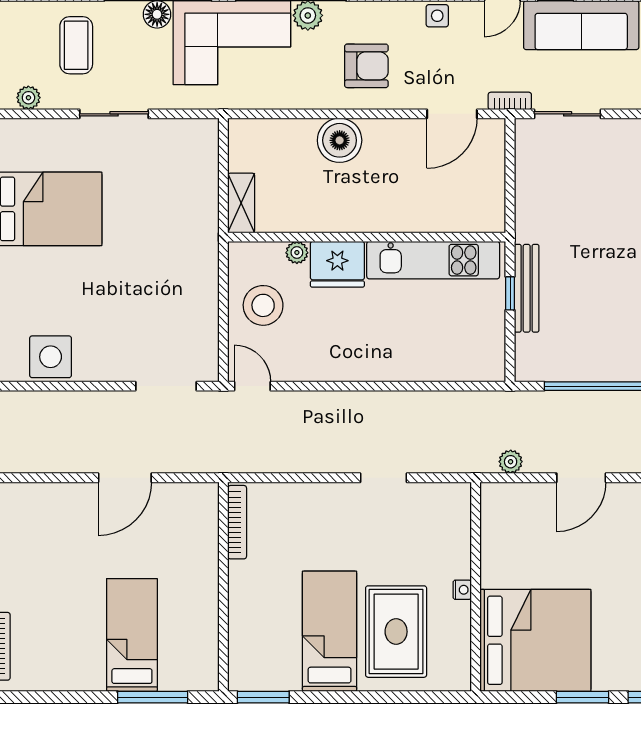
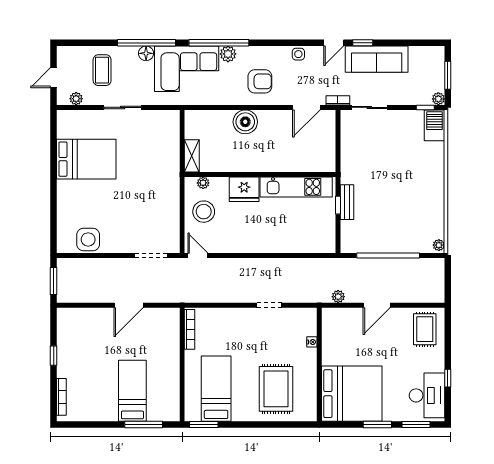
plant: (297, 253) -> (203, 183), moved
bench: (527, 288) -> (347, 202), width x0.73
nightstand: (462, 590) -> (312, 342), moved
bed: (330, 631) -> (216, 389), moved

